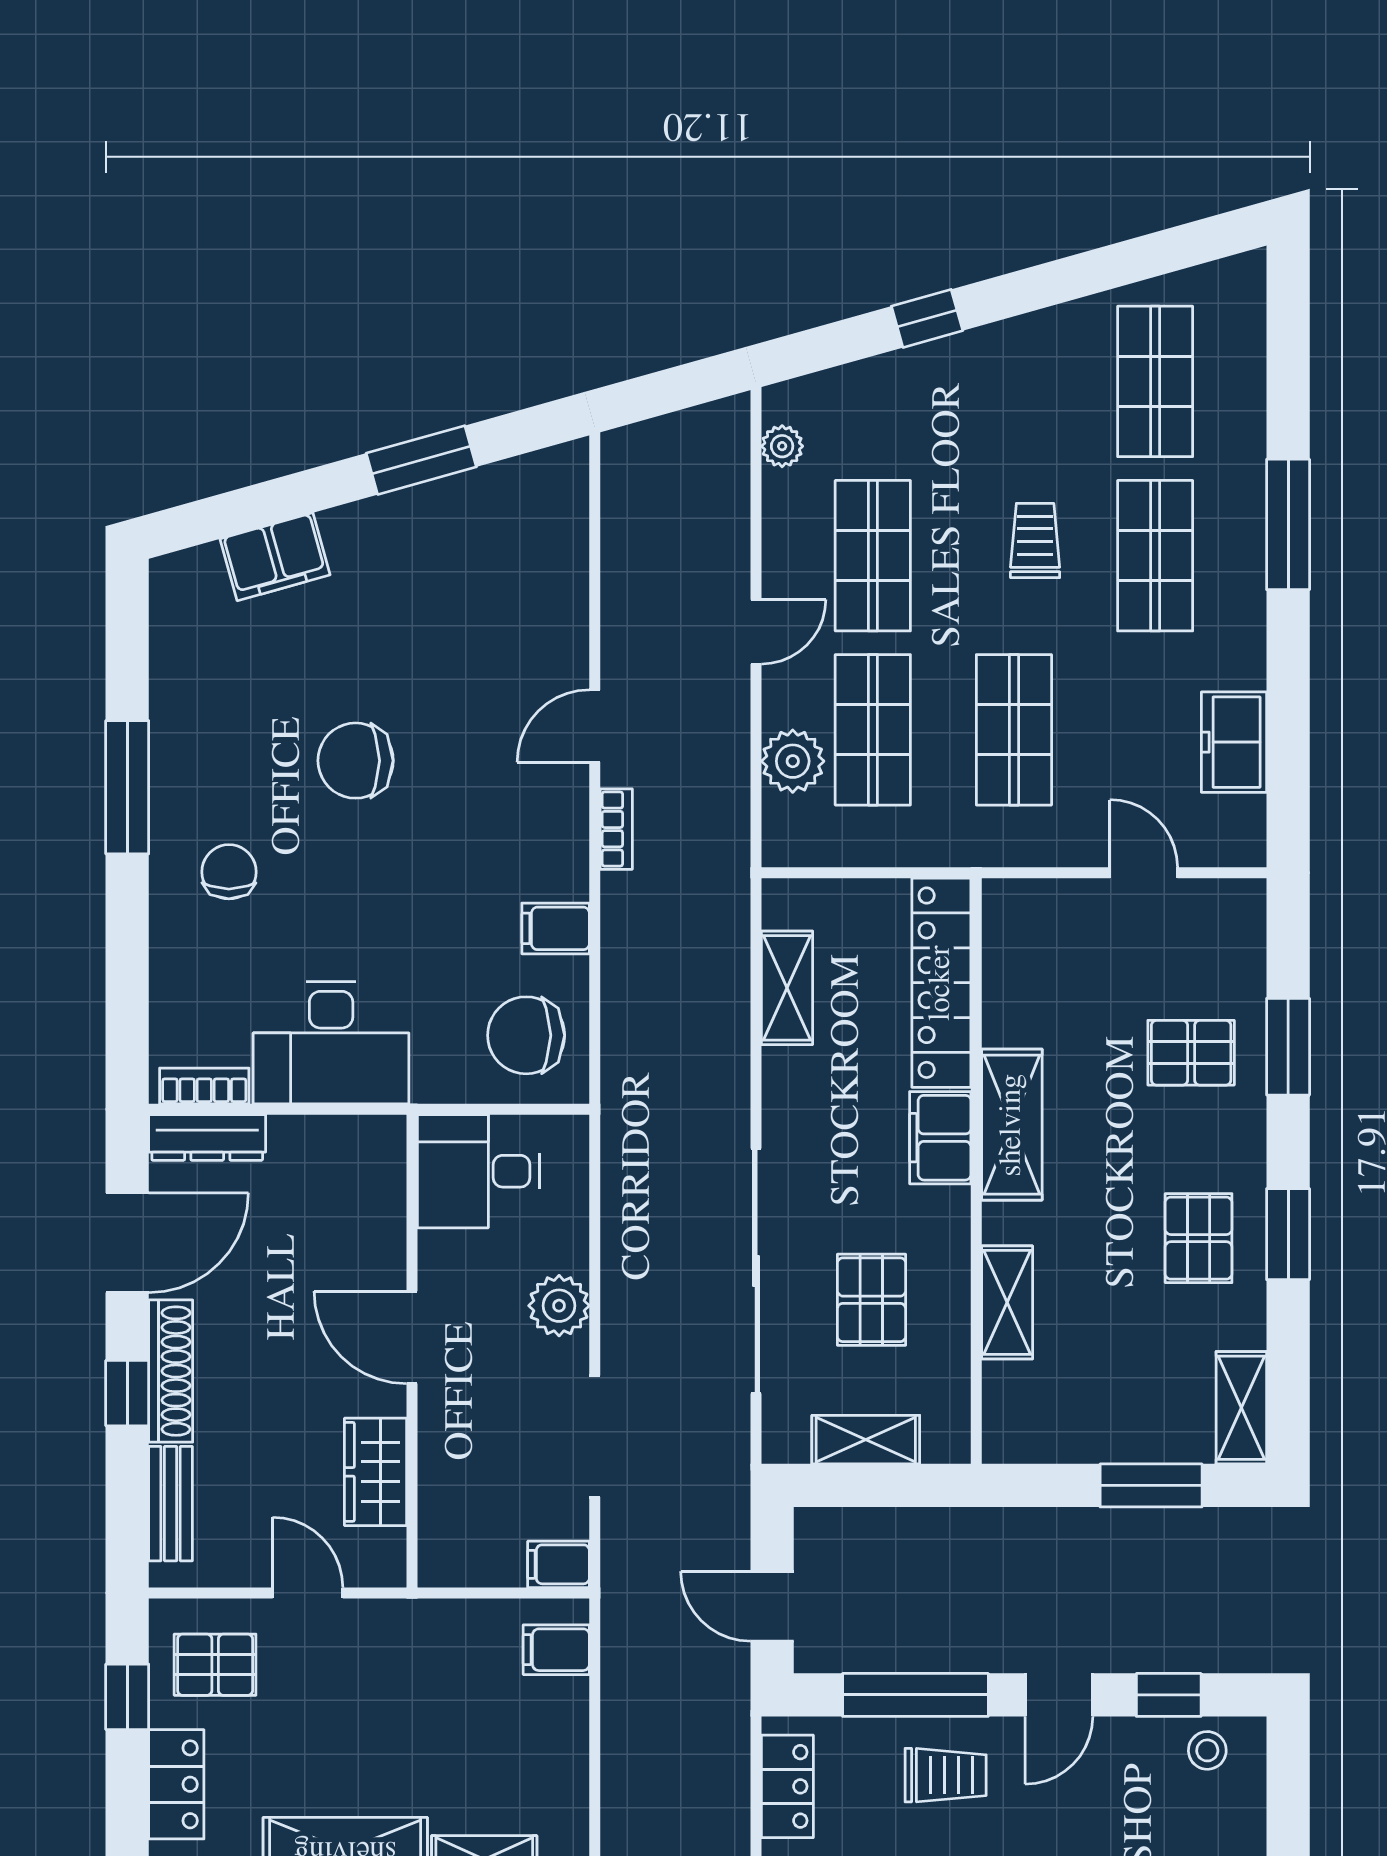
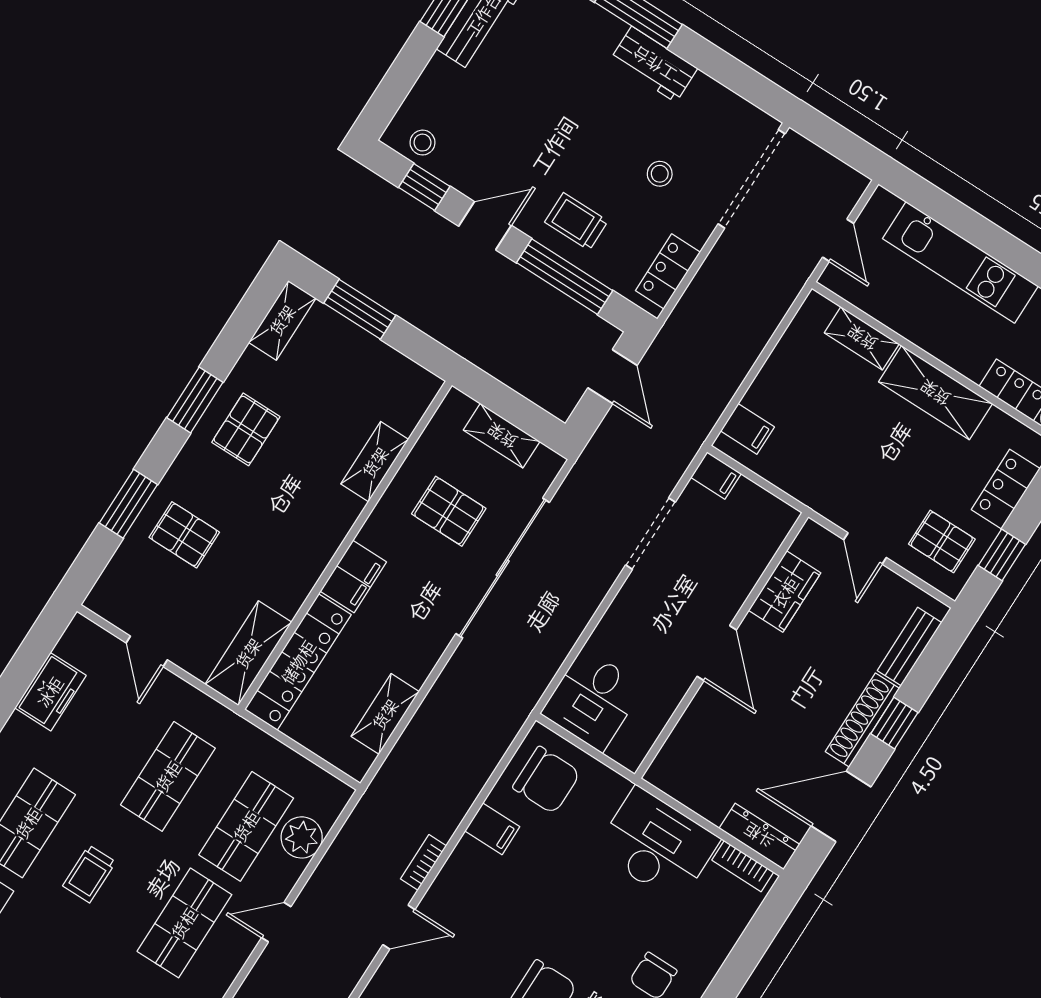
shelving: (1012, 1125) -> (248, 653), moved
desk: (479, 1171) -> (593, 700), moved, turned 90
pallet: (872, 1300) -> (449, 511), turned 90
plant: (559, 1306) -> (624, 619), removed

